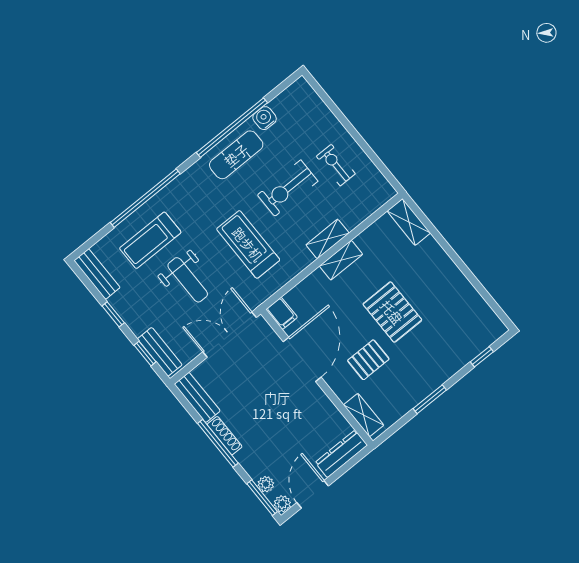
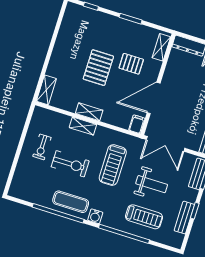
water cooler: (265, 118) -> (95, 216), moved
bench: (97, 274) -> (184, 218), moved
weight bench: (188, 280) -> (152, 184), turned 90

